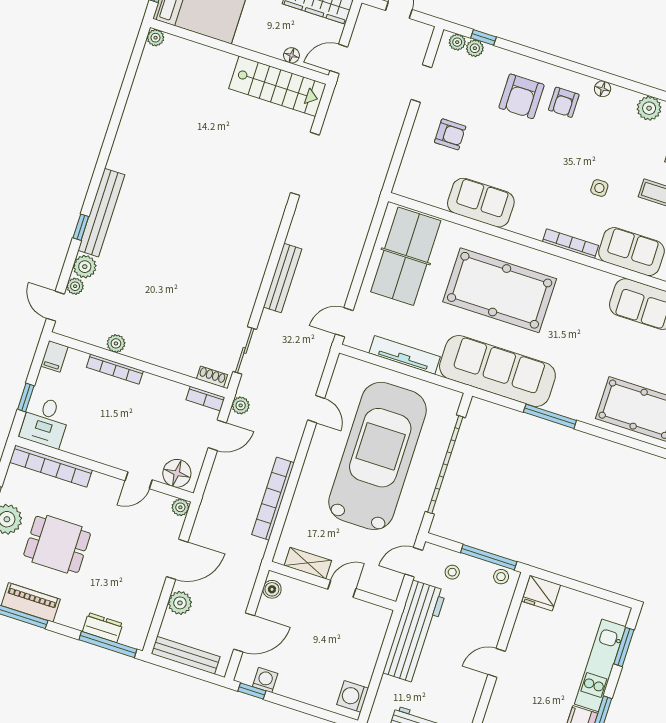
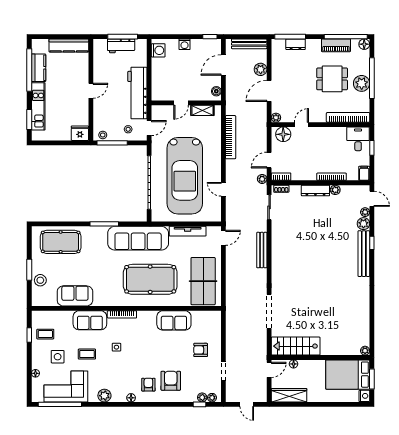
dresser: (152, 354) -> (315, 191), added
washing machine: (265, 680) -> (184, 44), moved

